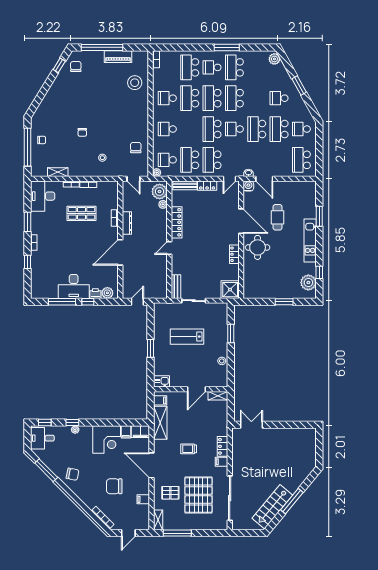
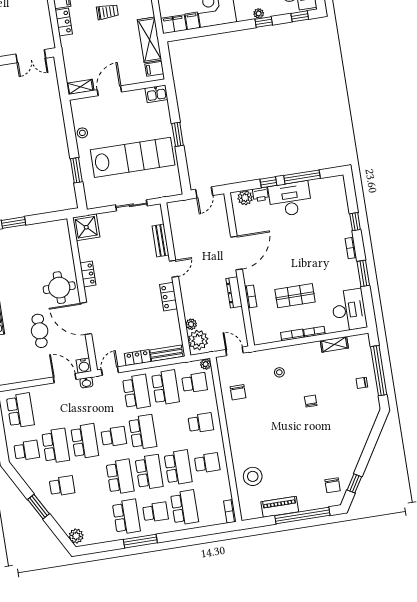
locker: (177, 222) -> (169, 297), width x0.66
bench: (176, 287) -> (160, 240), moved
lab bench: (187, 337) -> (133, 157), width x1.86, depth x1.39

